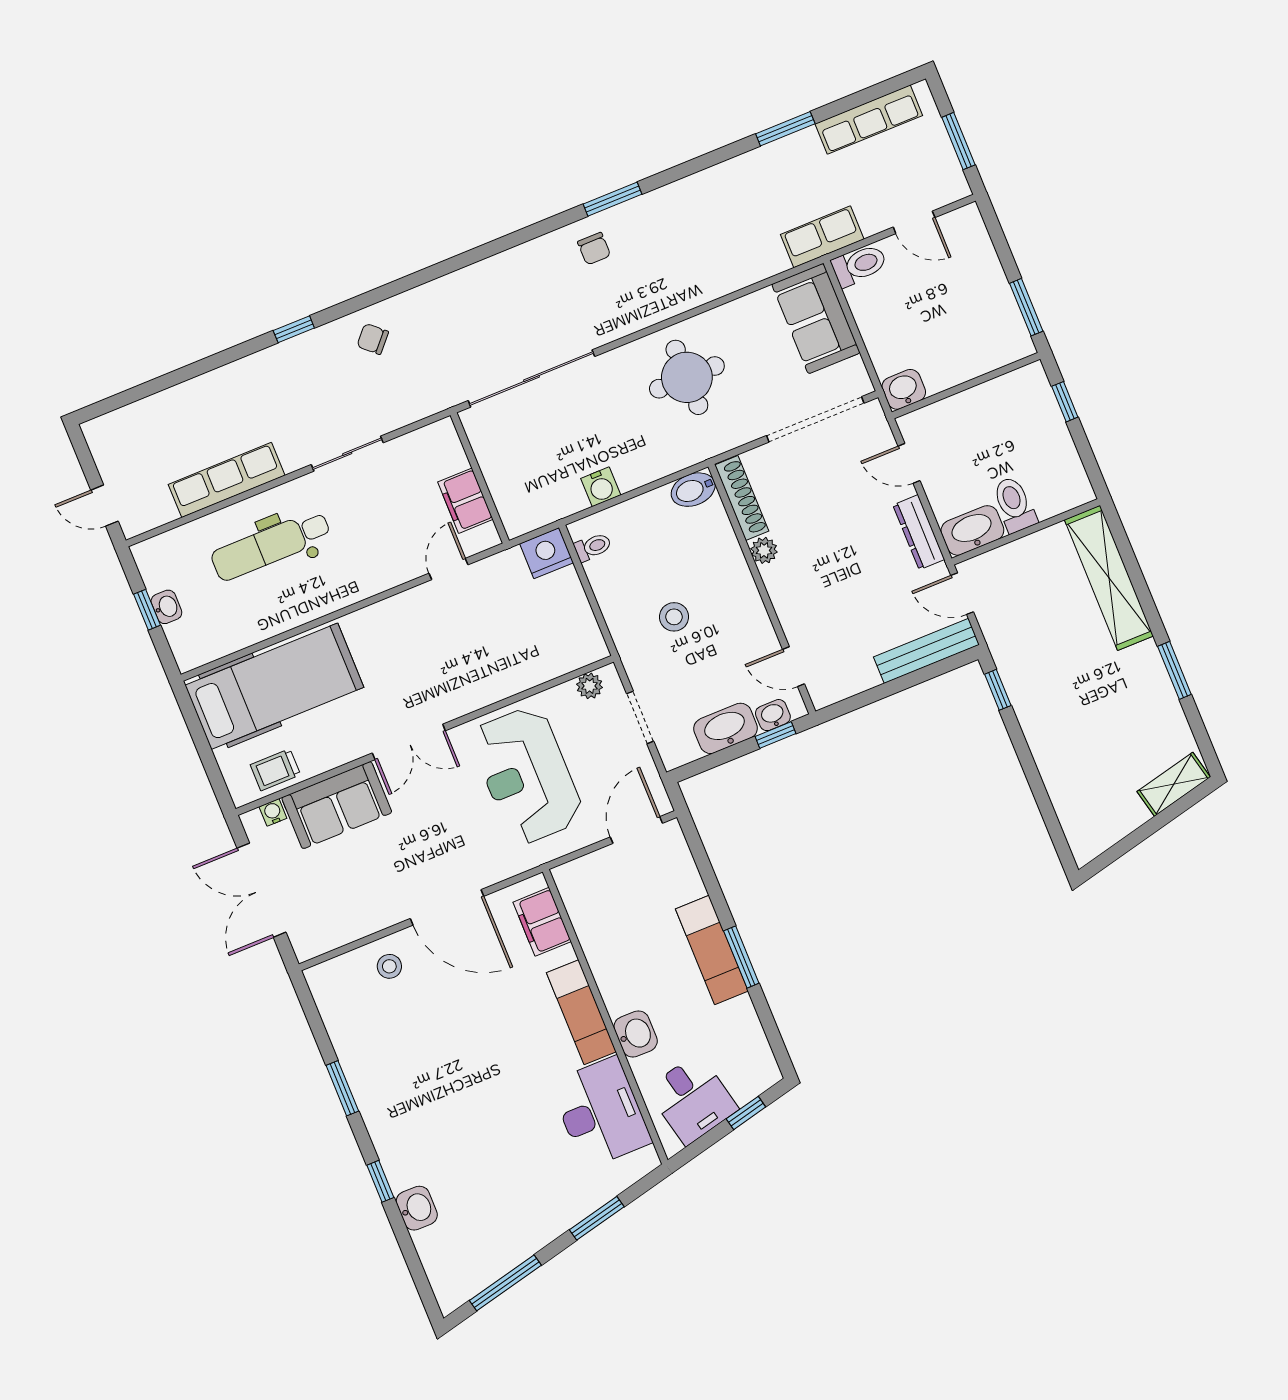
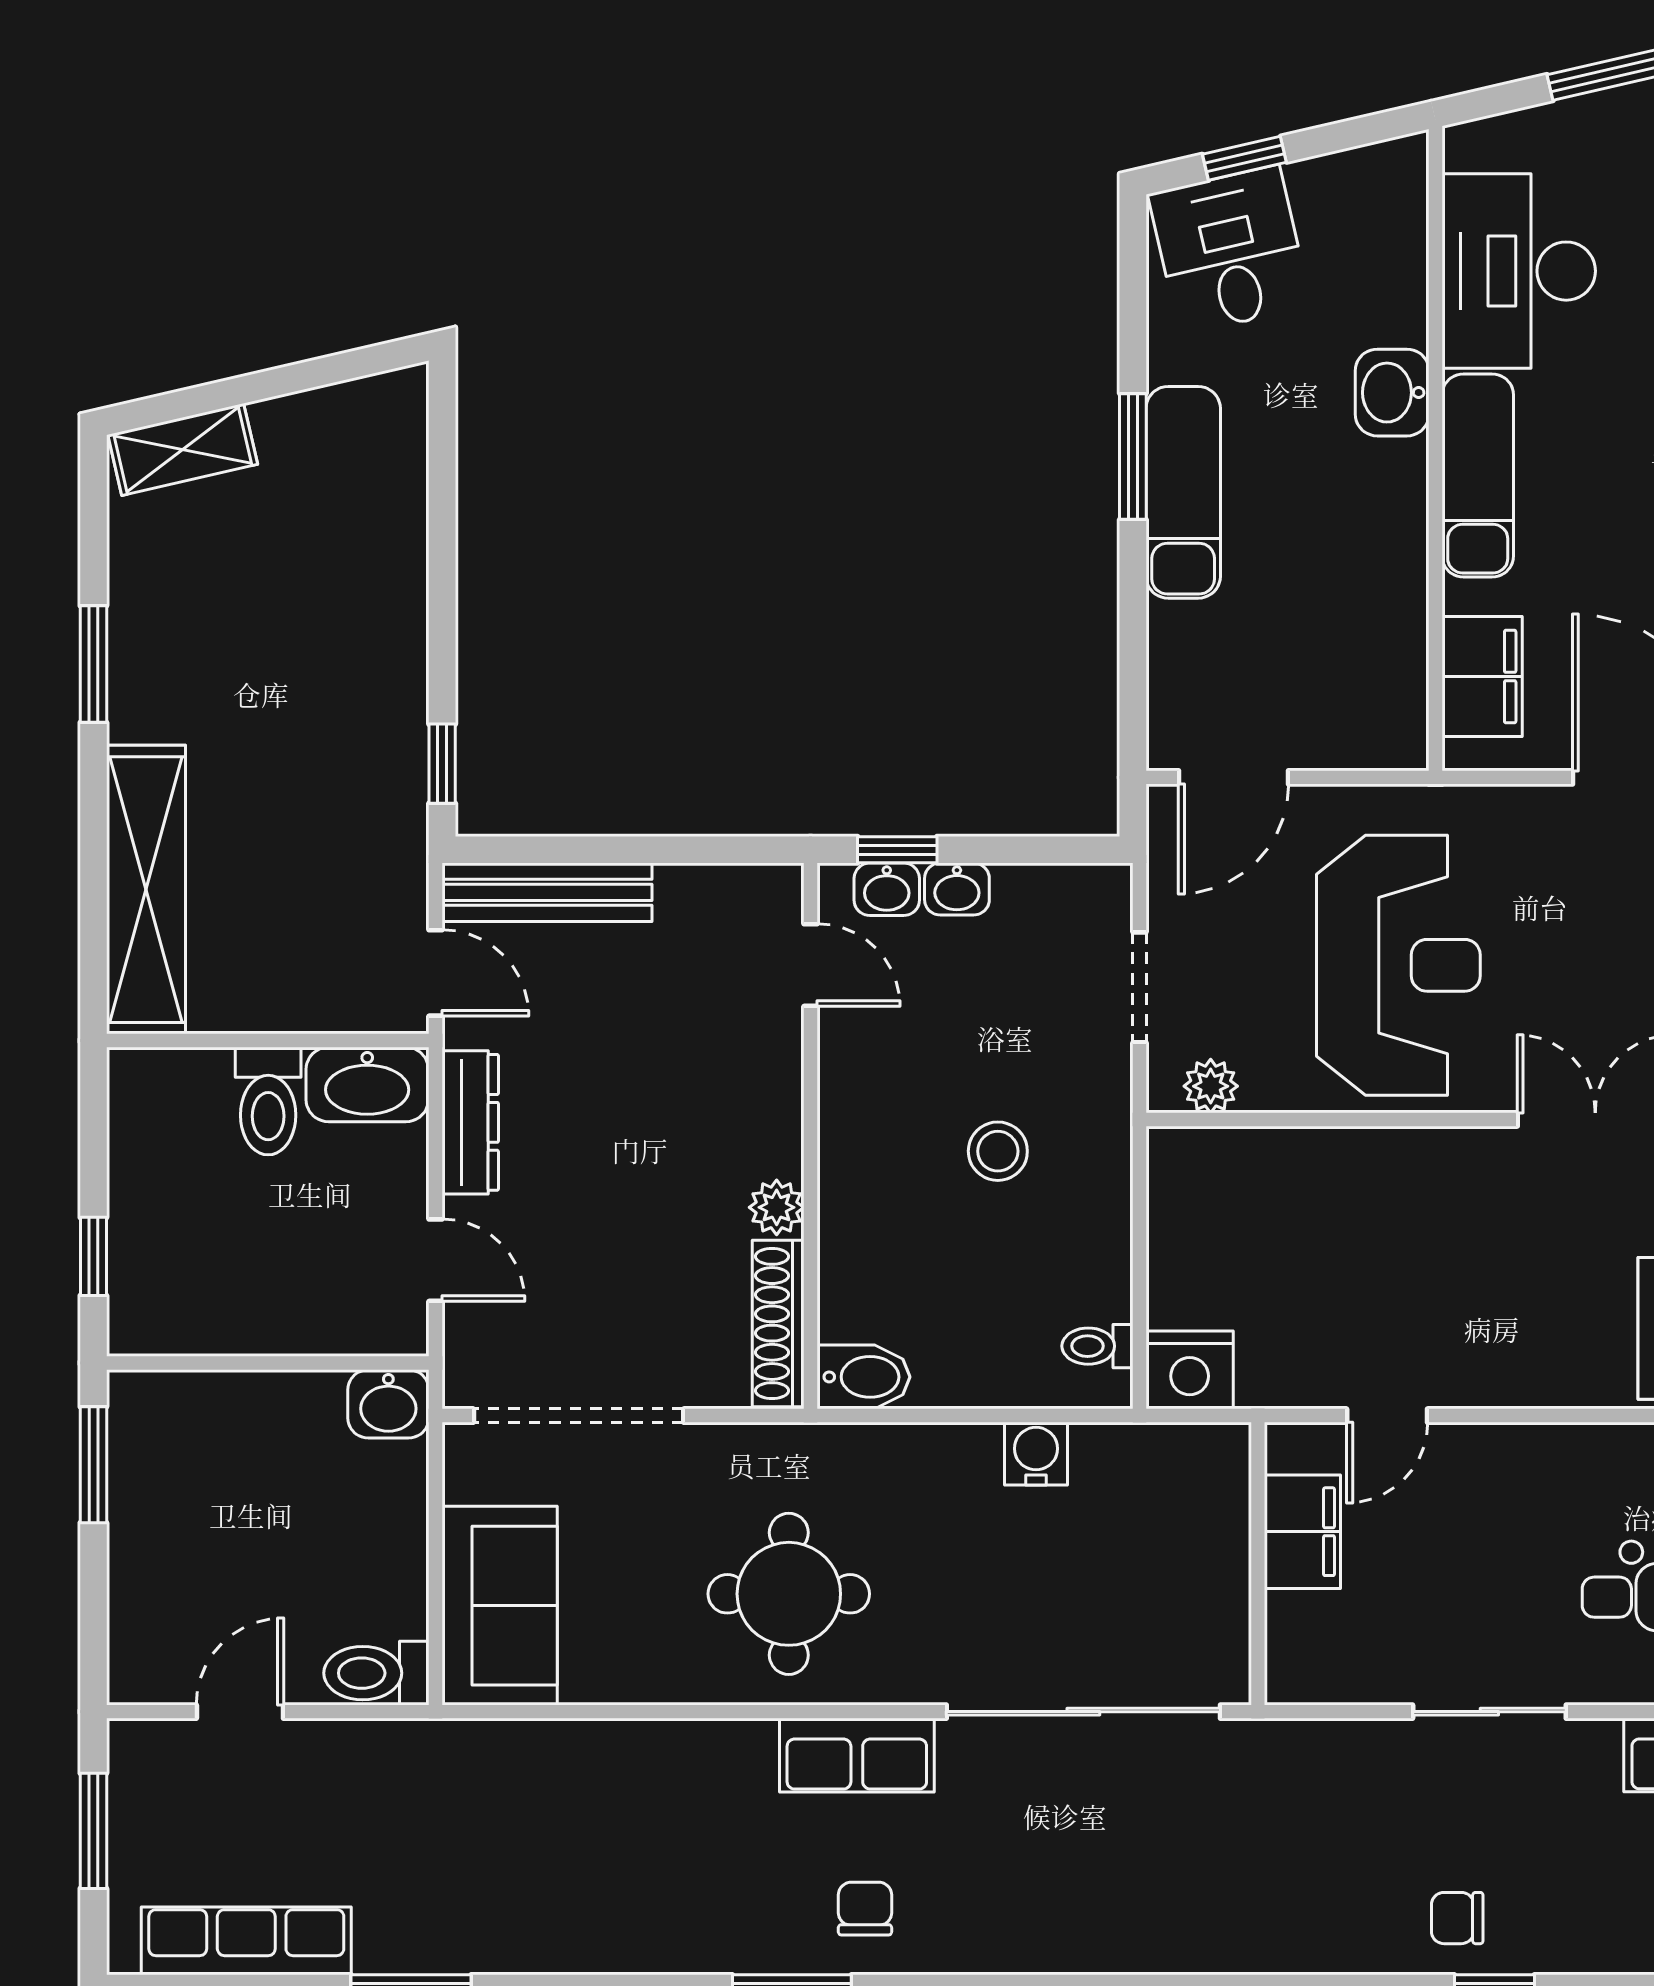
door: (914, 222) -> (240, 1712), hinge flipped
row of seats: (822, 237) -> (857, 1755), moved
chair: (373, 339) -> (1457, 1918), moved, turned 138
washbasin: (726, 728) -> (957, 889), width x0.52, depth x0.69
desk: (692, 1099) -> (1230, 250), moved

